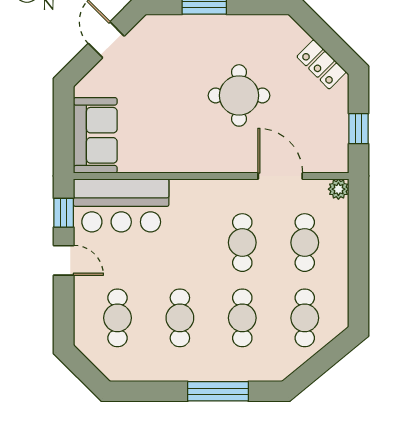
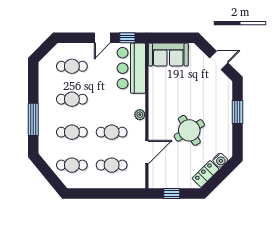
water cooler: (296, 37) -> (220, 160), added
round table: (239, 95) -> (189, 130), turned -31
plant: (338, 189) -> (140, 115), moved

